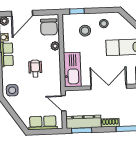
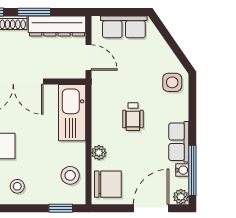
chair: (49, 27) -> (108, 184), turned 90
stool: (85, 31) -> (70, 175), moved
window: (82, 130) -> (34, 12), moved

